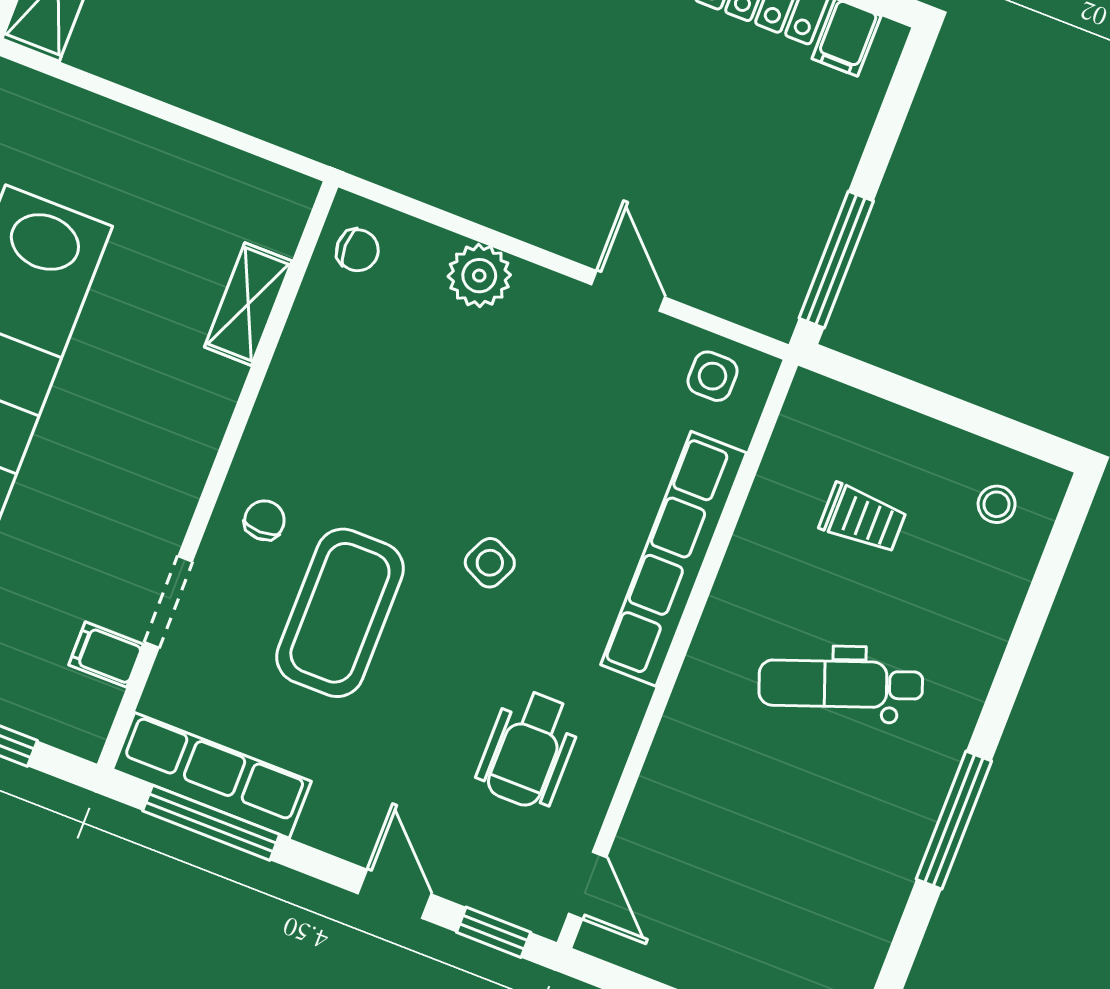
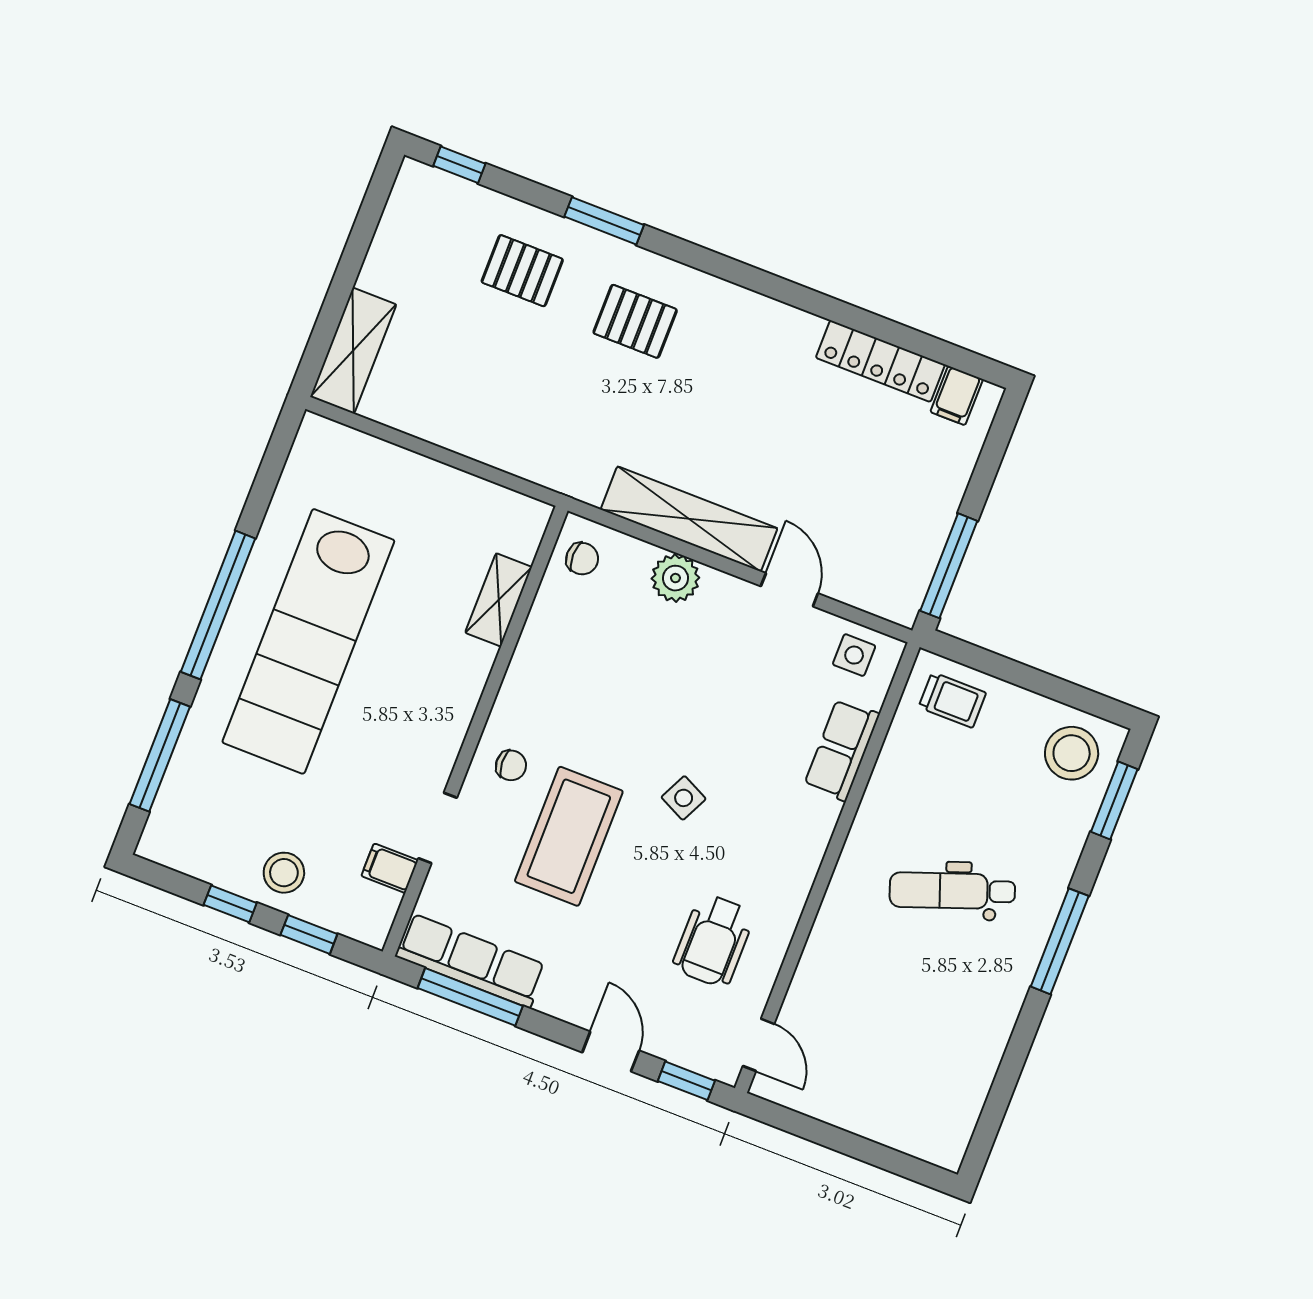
shelving: (497, 198) -> (689, 519), added
stool: (997, 504) -> (1072, 753), width x1.89, depth x1.89
trolley: (863, 518) -> (952, 700), moved
chair: (264, 520) -> (511, 765), turned 87
row of seats: (674, 559) -> (842, 750), width x0.50
window: (1052, 566) -> (1114, 800), added
window: (954, 820) -> (1060, 941), moved

